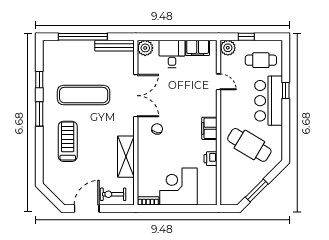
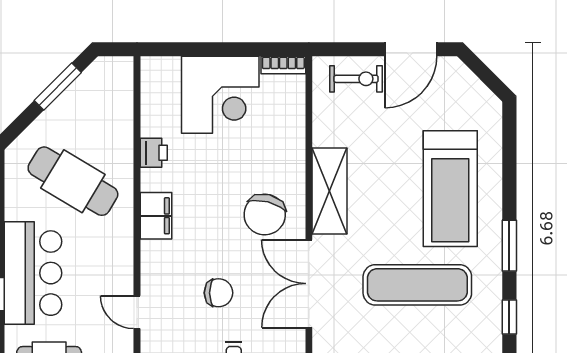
chair: (179, 91) -> (218, 293), added
chair: (157, 129) -> (265, 215), width x1.87, depth x1.87
treadmill: (68, 141) -> (450, 189), width x1.37, depth x1.38
shelving: (126, 157) -> (330, 191), moved

